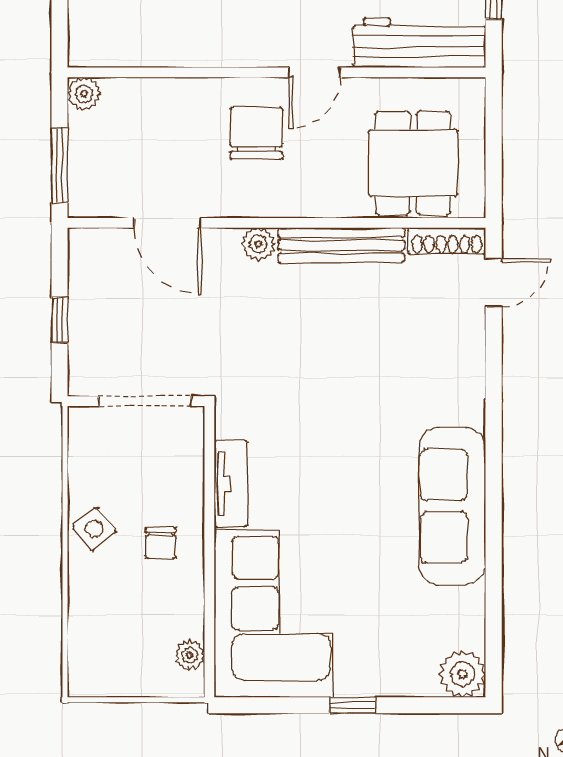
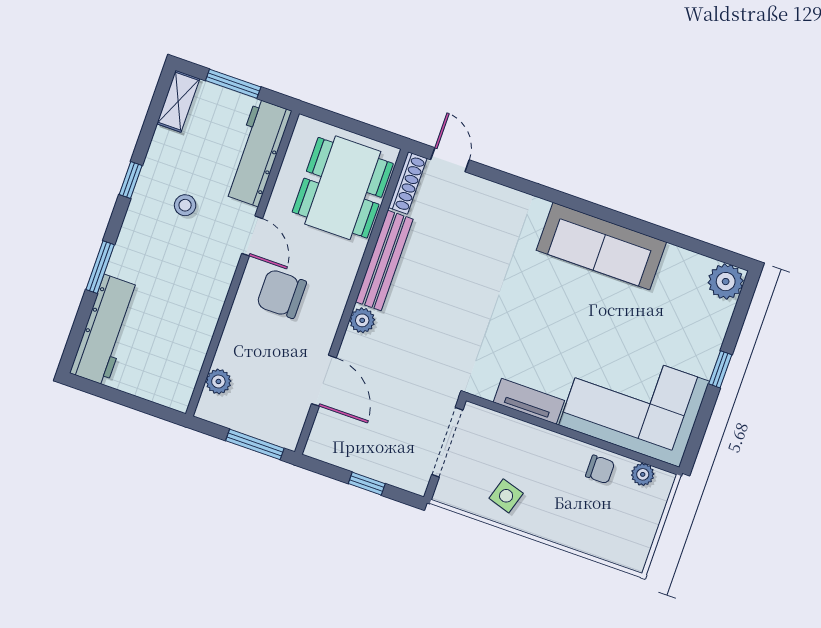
plant: (84, 94) -> (218, 381), moved
dining table: (413, 163) -> (343, 188), width x1.37
door: (168, 223) -> (324, 381), hinge flipped
side table: (94, 529) -> (506, 496), moved, turned -34
chair: (161, 543) -> (600, 469), moved

